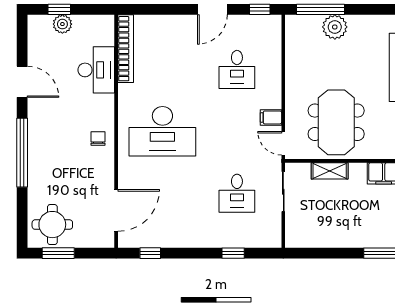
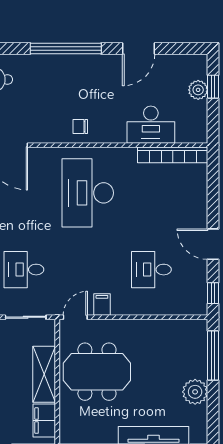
plant: (335, 27) -> (195, 392), moved
chair: (98, 139) -> (80, 127), turned 180
shelving: (330, 171) -> (44, 374), width x1.50, depth x1.33

